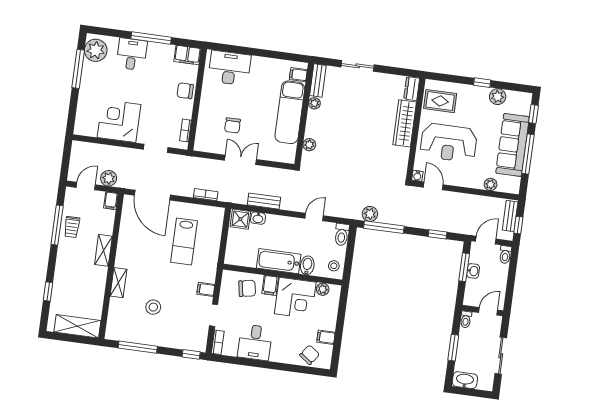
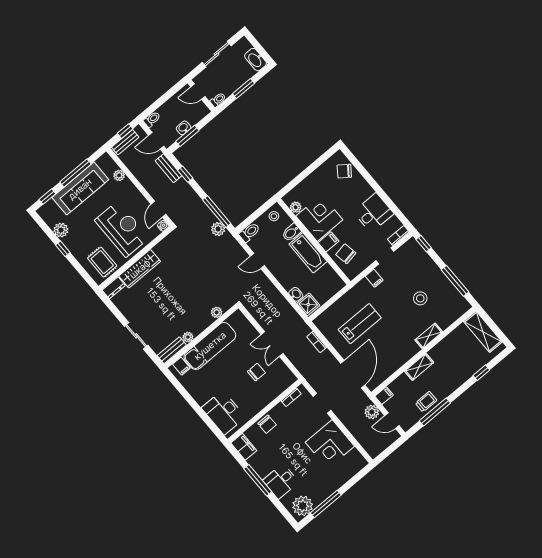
bench: (264, 201) -> (169, 168), moved
filing cabinet: (326, 337) -> (323, 173), removed

